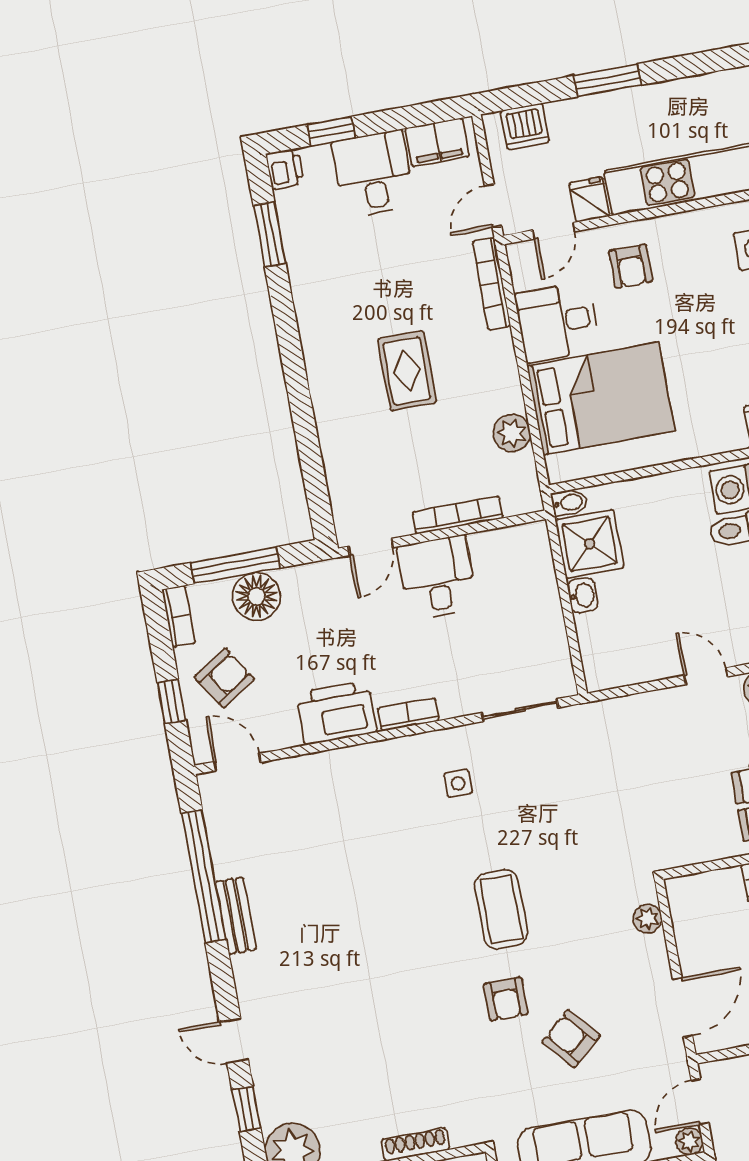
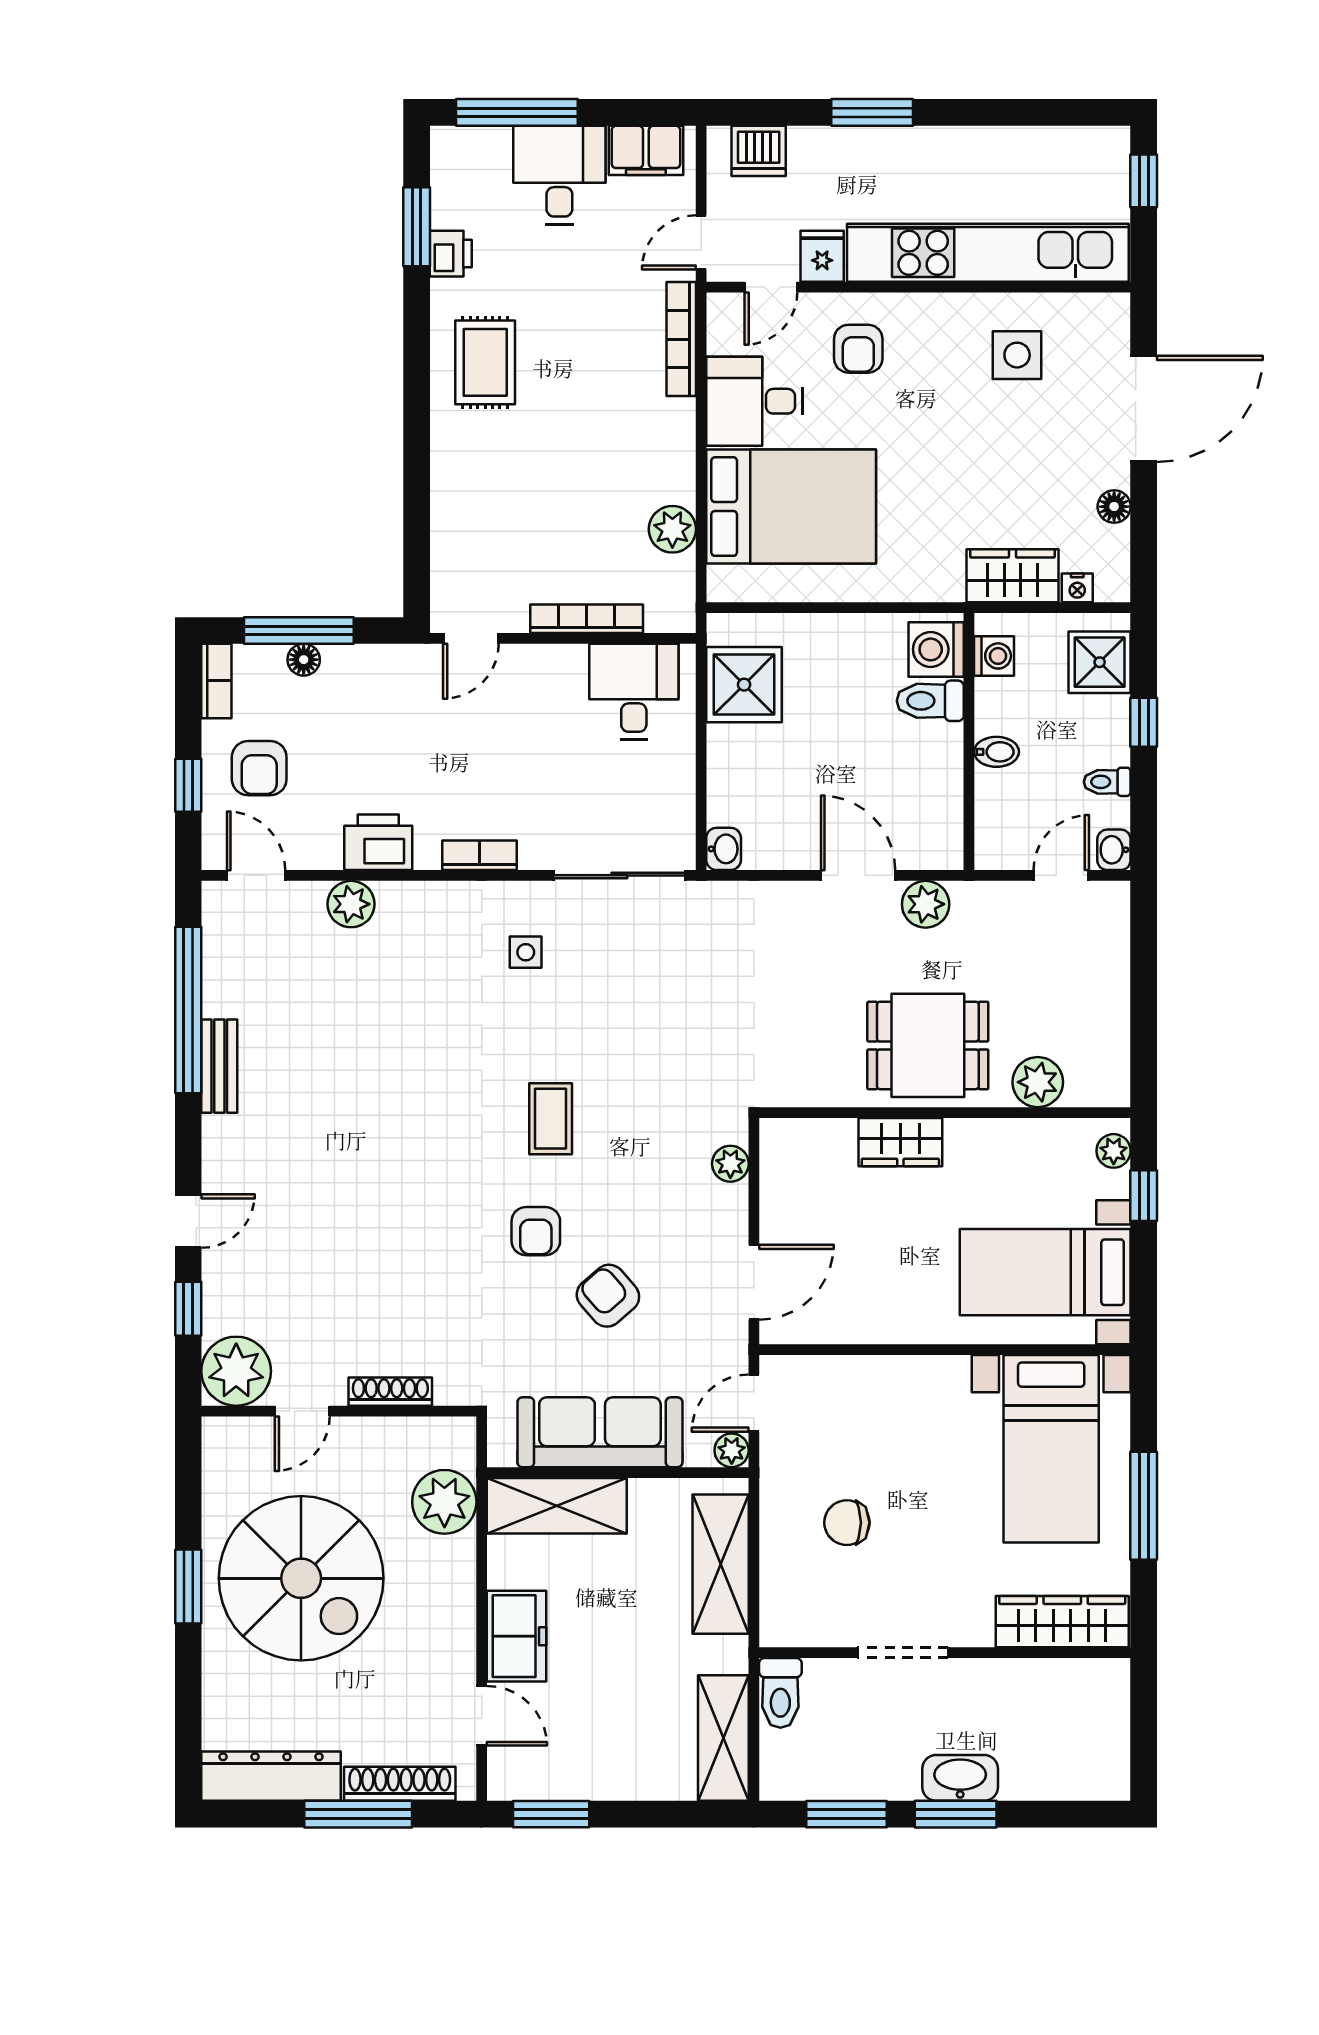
window: (331, 131) -> (517, 112), width x2.17
printer: (285, 169) -> (451, 254), moved
rug: (407, 371) -> (485, 362), moved
bidet: (569, 503) -> (728, 629), removed
desk: (437, 578) -> (634, 692), moved
washbasin: (583, 595) -> (724, 849), moved
floor lamp: (257, 596) -> (304, 660), width x0.53, depth x0.53
door: (706, 676) -> (858, 875), width x1.38
armchair: (224, 678) -> (259, 768), turned 123
sliding door: (520, 710) -> (619, 875), width x1.37
printer: (337, 713) -> (378, 842), width x0.73, depth x0.84
plant: (315, 771) -> (351, 904), added
coffee table: (501, 909) -> (551, 1119), width x0.73, depth x0.77
door: (234, 1041) -> (188, 1221), swing flipped

